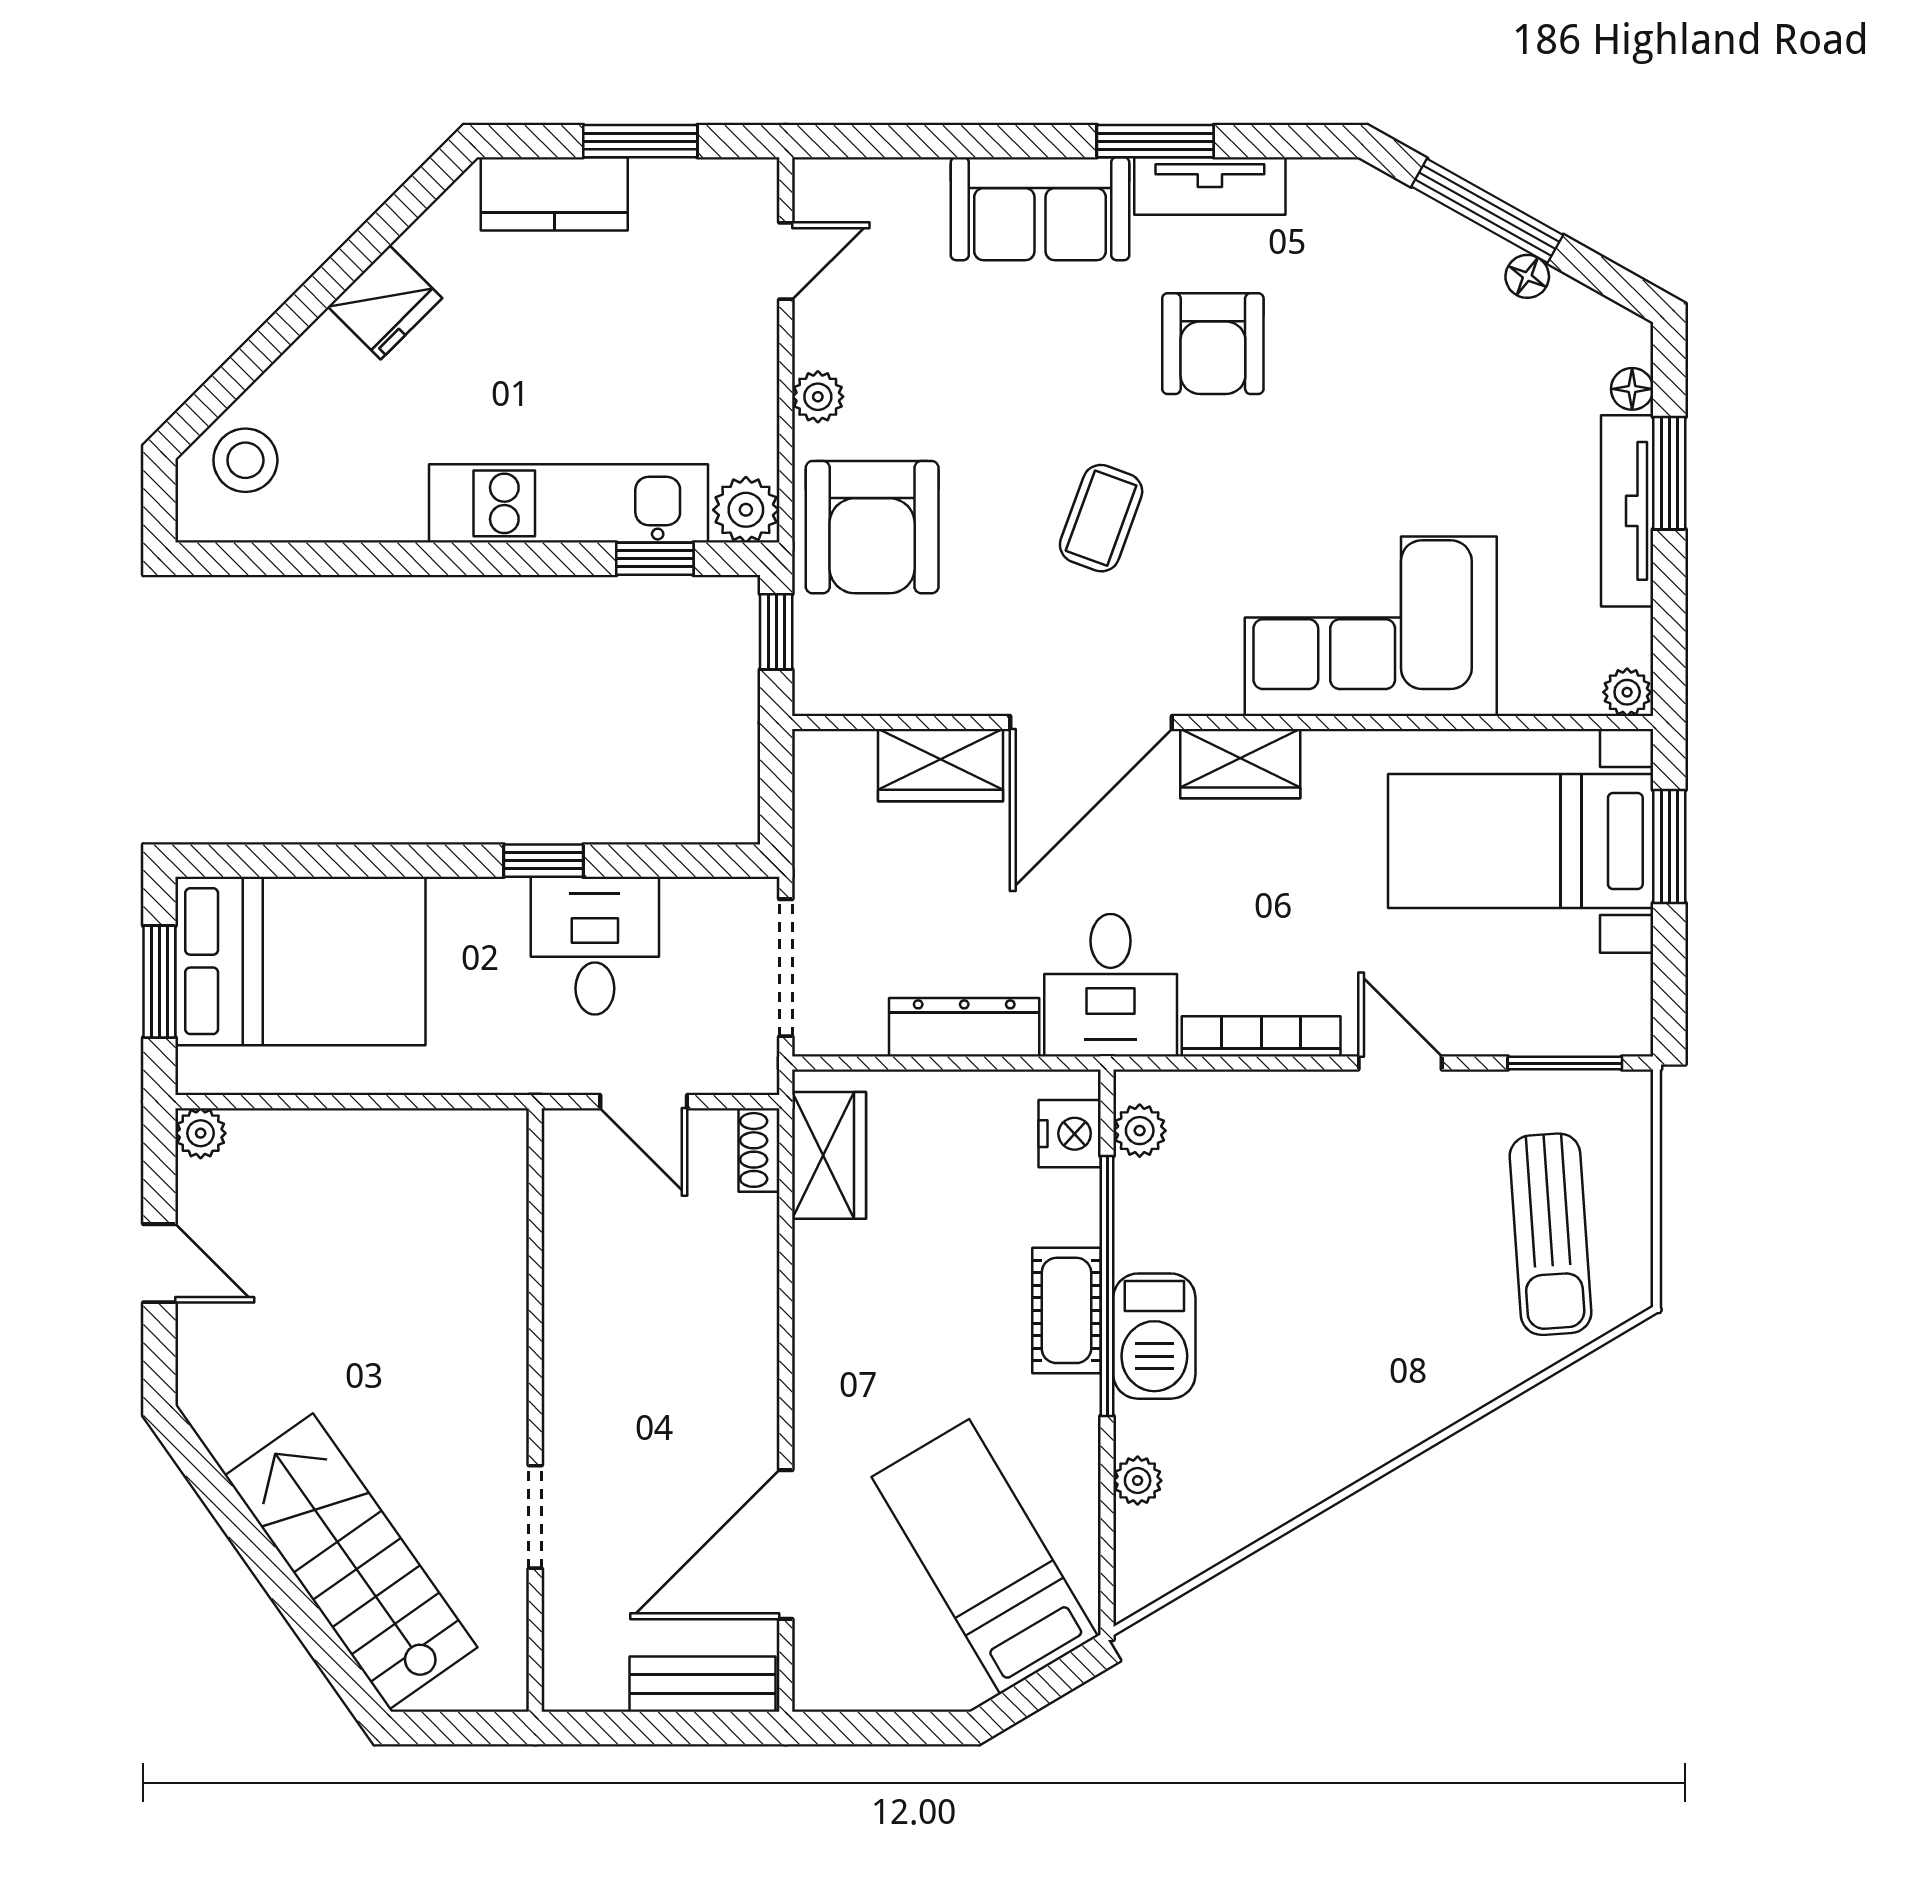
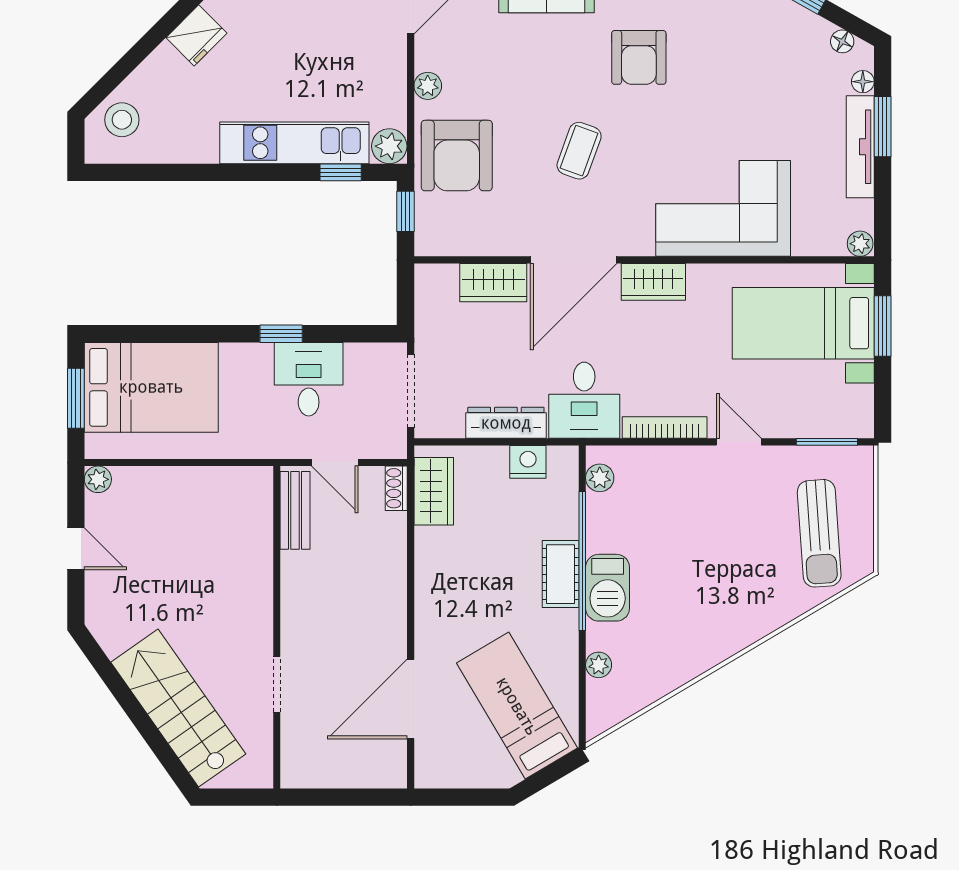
floor lamp: (1527, 276) -> (842, 41), moved
nightstand: (1070, 1134) -> (528, 462), moved, turned -90
bench: (703, 1684) -> (295, 510), moved, turned 90

